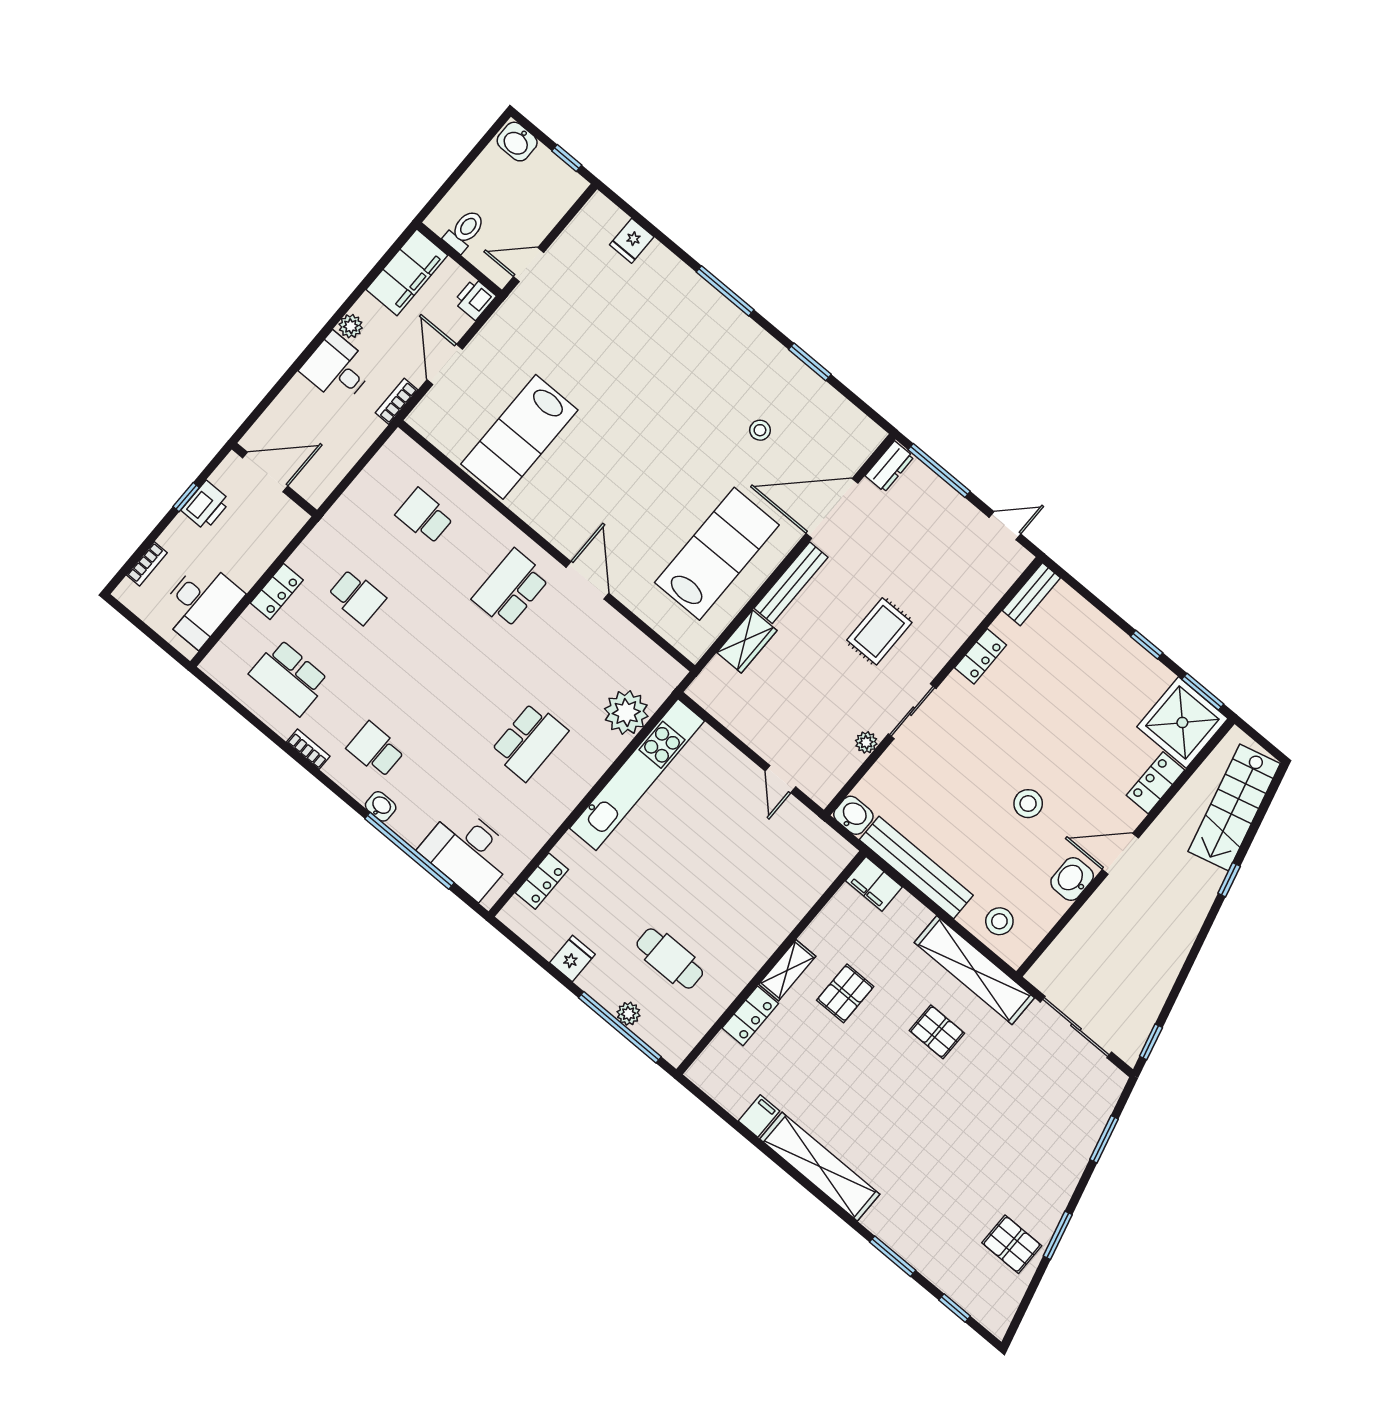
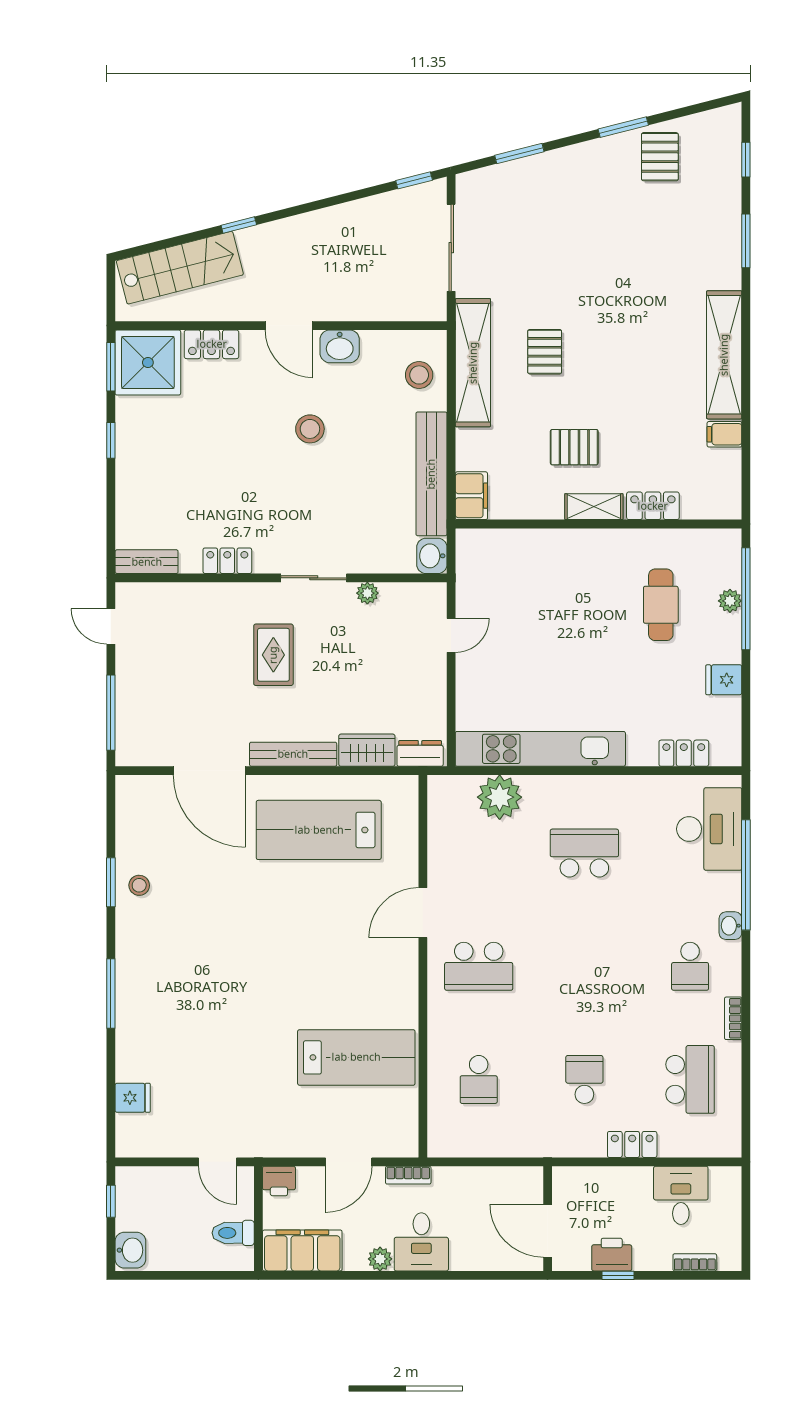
stool: (760, 430) -> (139, 885), moved
dresser: (890, 466) -> (420, 753), moved
desk: (200, 604) -> (681, 1195), width x0.73
rug: (879, 631) -> (273, 655), turned 90

